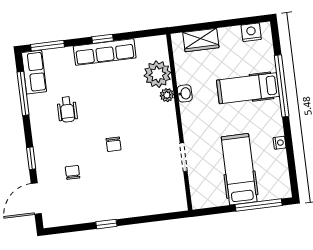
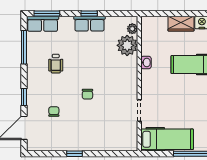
wardrobe: (201, 40) -> (181, 24), moved
row of seats: (105, 52) -> (89, 24), width x0.68
row of seats: (34, 72) -> (43, 24), moved, turned 90
plant: (167, 95) -> (132, 29), moved
hospital bed: (239, 169) -> (167, 139), moved, turned 90

